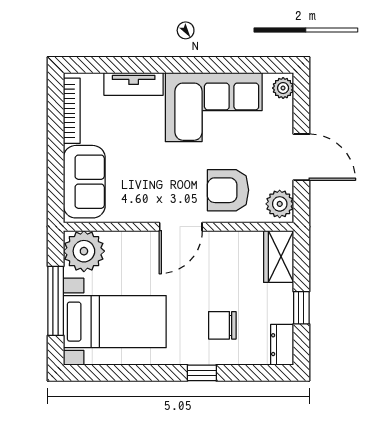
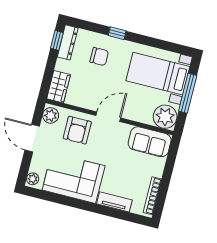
sofa: (84, 182) -> (150, 142), moved, turned -90
armchair: (228, 190) -> (77, 130), turned 90
window: (301, 308) -> (57, 40), moved
dresser: (282, 345) -> (68, 42), width x1.44

